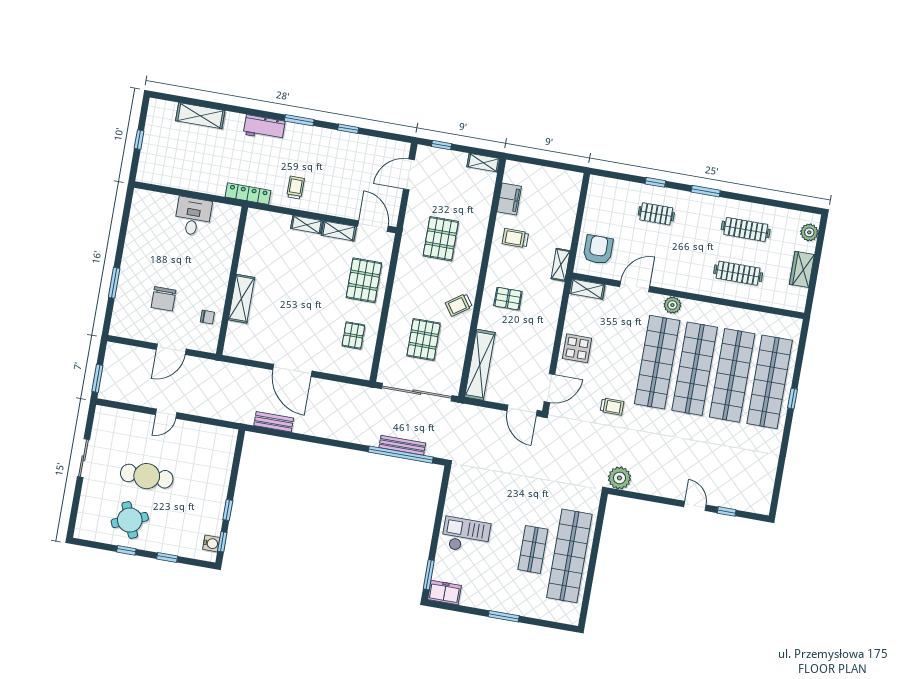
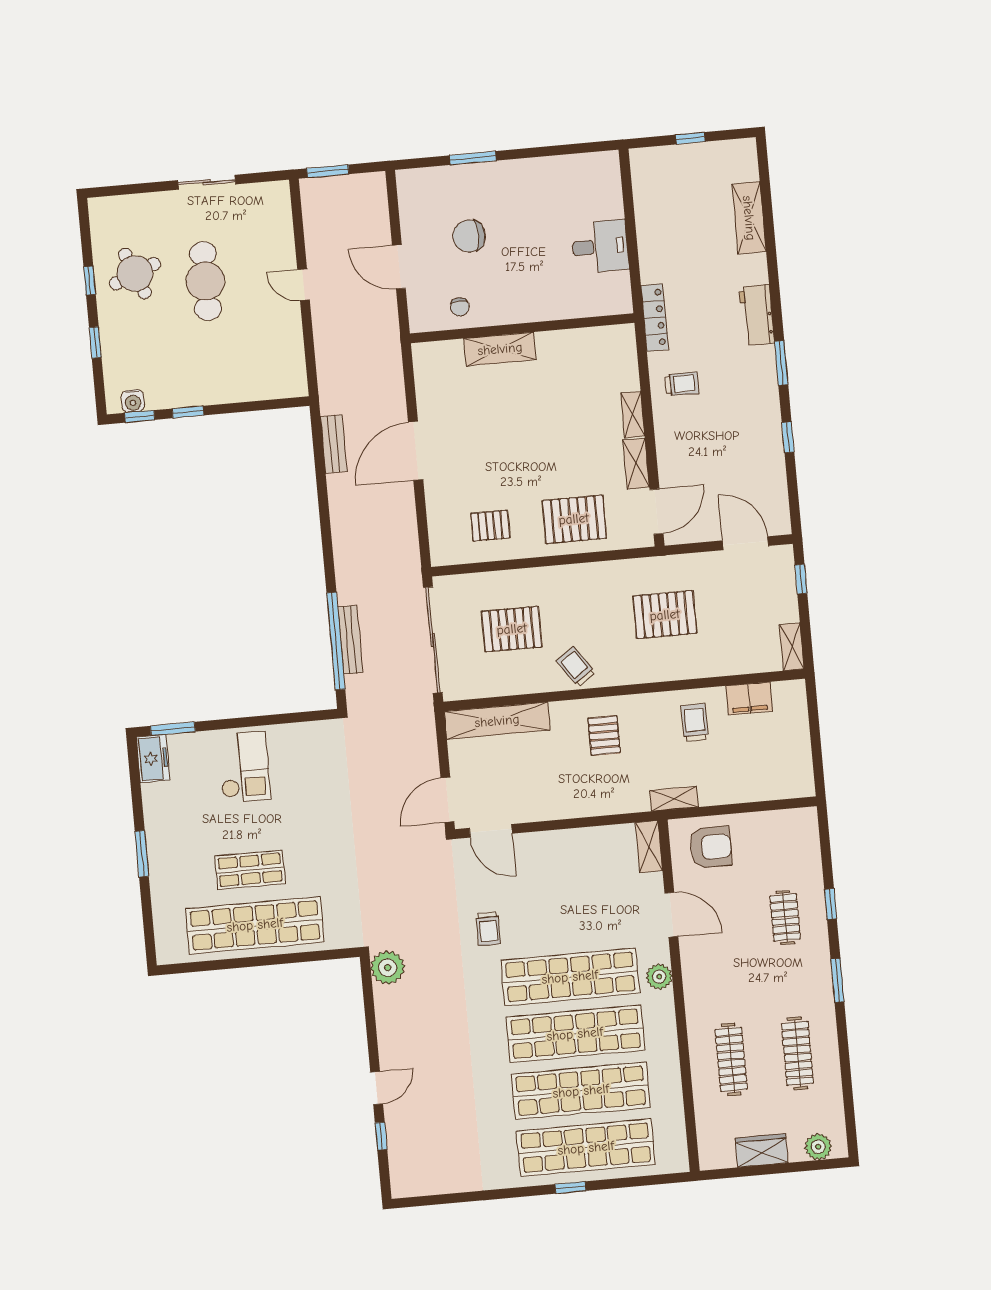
display table: (577, 348) -> (559, 855), removed

